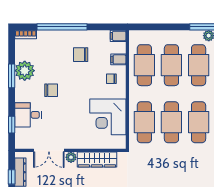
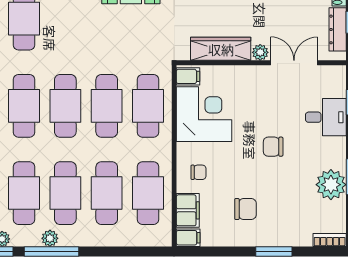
window: (62, 27) -> (274, 251), width x0.47
filing cabinet: (118, 59) -> (188, 210), width x2.00
chair: (51, 90) -> (273, 147), moved
filing cabinet: (118, 142) -> (188, 76), added

